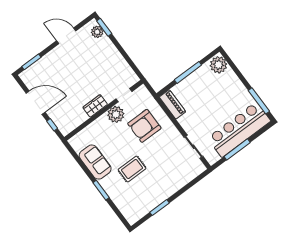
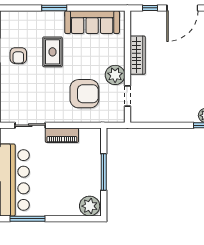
piano: (173, 104) -> (62, 135), moved
wardrobe: (95, 106) -> (138, 55), width x1.50
armchair: (144, 126) -> (84, 94), turned 90
sofa: (95, 162) -> (92, 22), width x1.36
armchair: (152, 190) -> (18, 56), added

